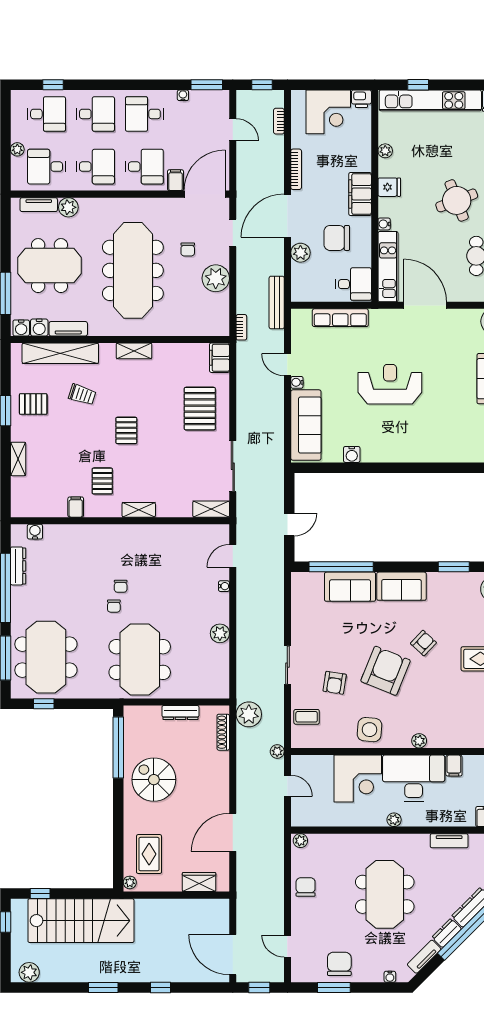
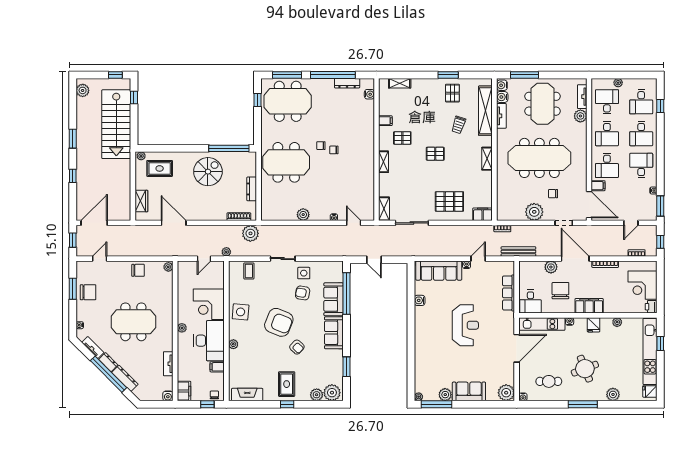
shelving: (18, 459) -> (400, 83), moved
side table: (310, 632) -> (304, 273), added
armchair: (335, 683) -> (303, 293), moved

